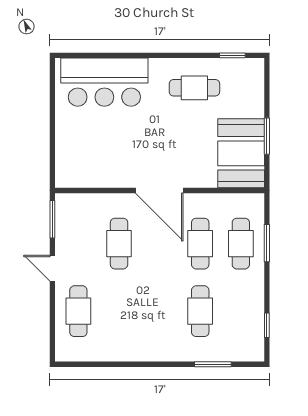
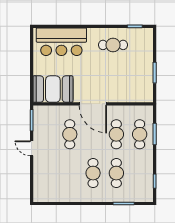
booth: (241, 153) -> (53, 89), moved, turned 90
cafe table: (78, 311) -> (93, 173), moved

